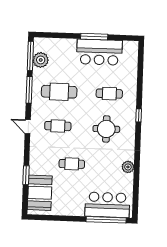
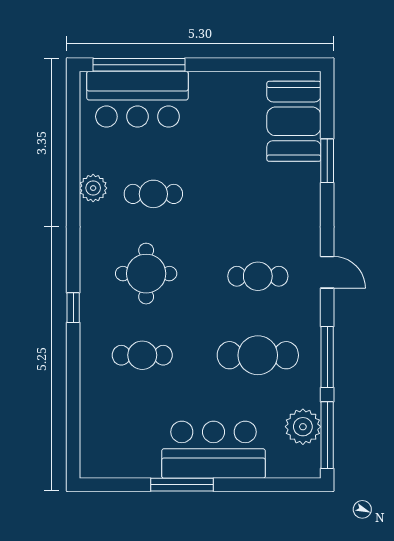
bar counter: (99, 52) -> (213, 450), moved
cafe table: (72, 164) -> (153, 194), moved

